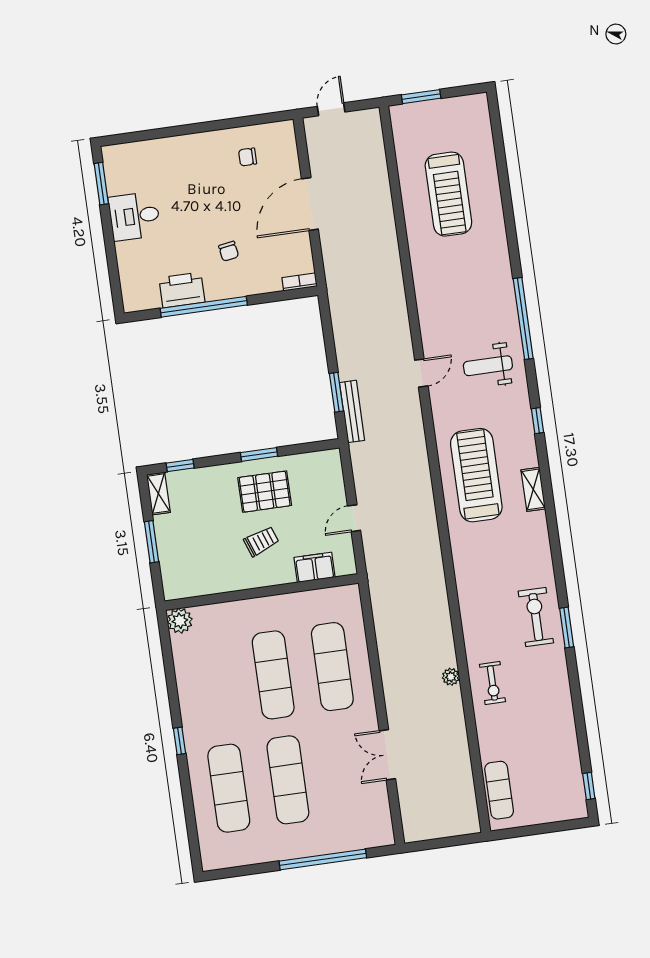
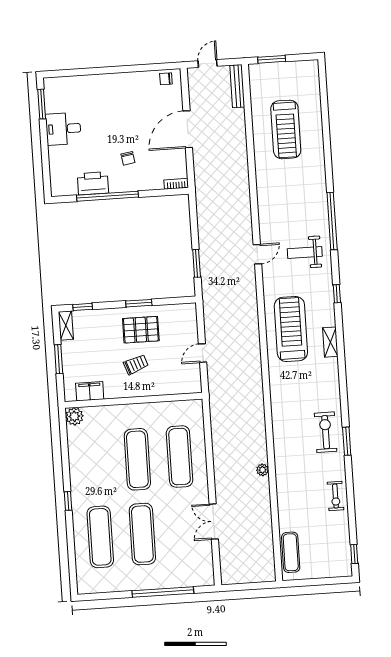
chair: (248, 157) -> (166, 79), moved
bench: (352, 411) -> (237, 86), moved
filing cabinet: (315, 567) -> (90, 391), moved
exercise bike: (492, 683) -> (335, 496), moved

